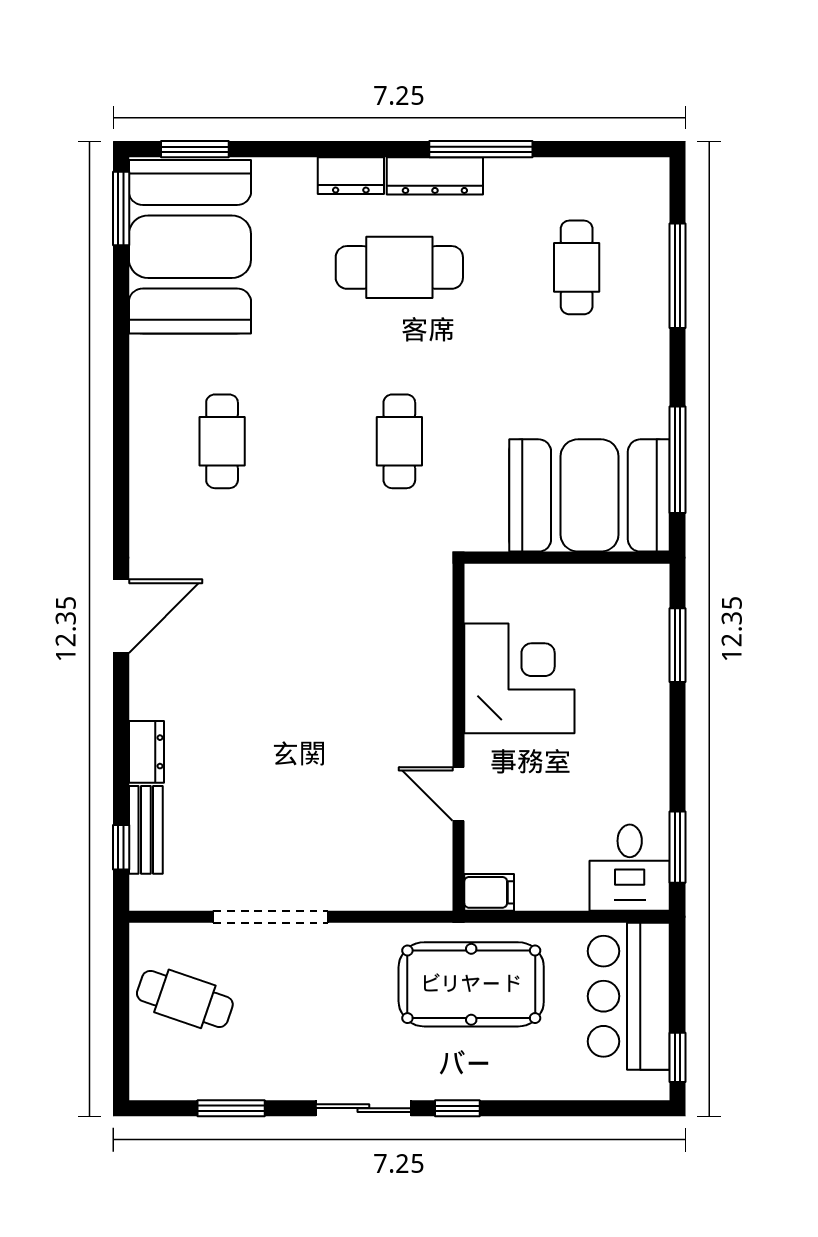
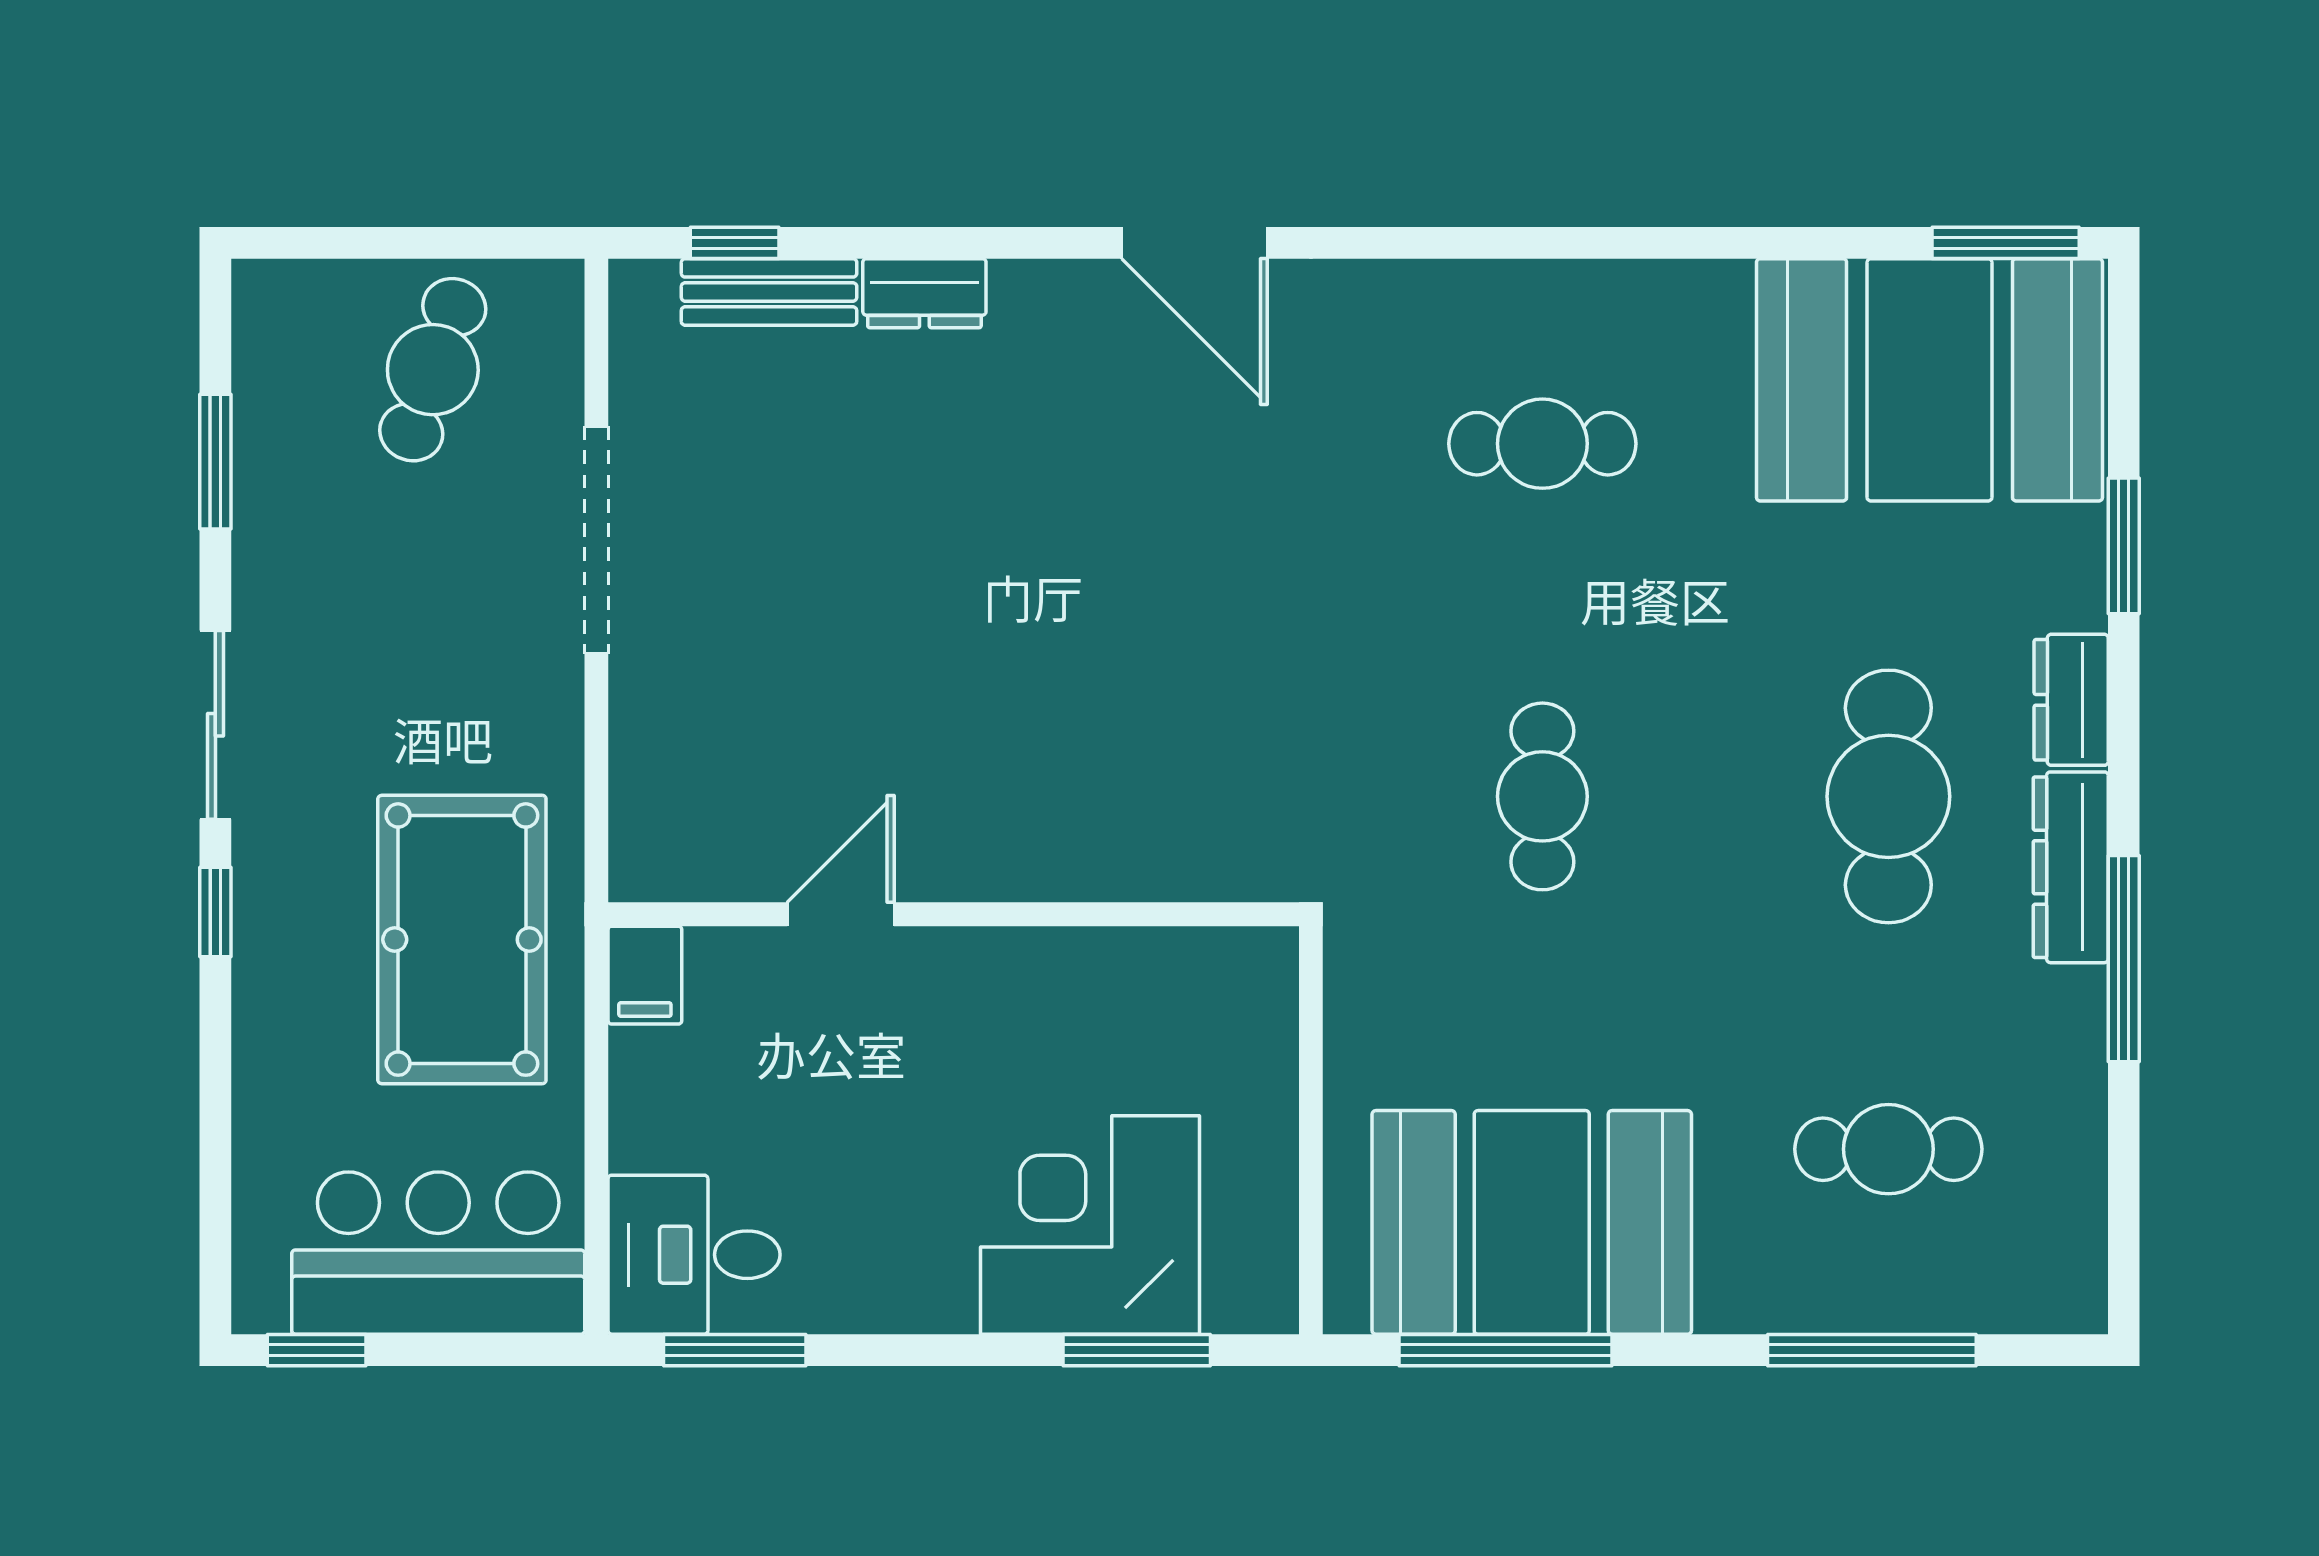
window: (195, 149) -> (2124, 546), moved
cafe table: (399, 441) -> (1542, 796), turned 90
booth: (589, 495) -> (1532, 1222), moved, turned 90
corner desk: (519, 678) -> (1090, 1225), moved, turned 180

